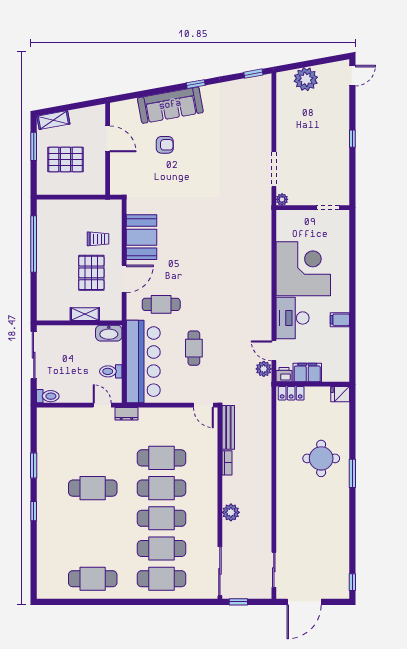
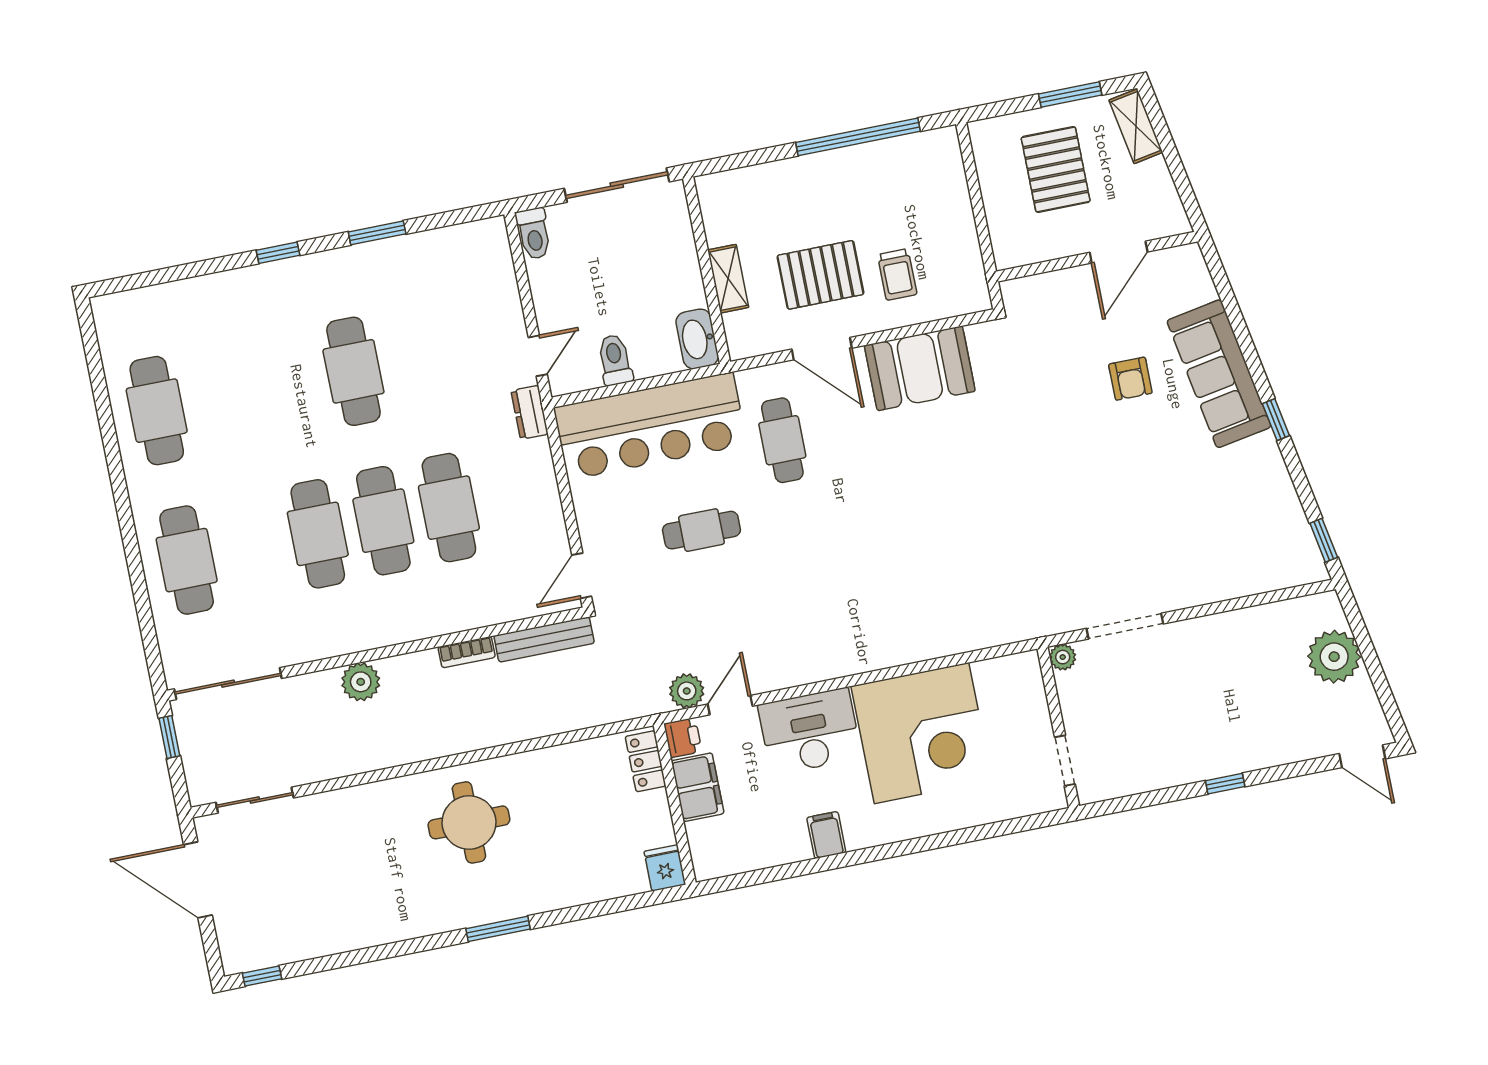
round table: (321, 458) -> (469, 822), moved
cafe table: (162, 549) -> (252, 547), removed

